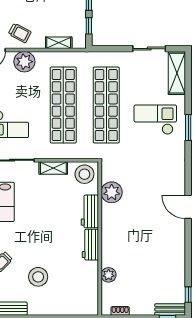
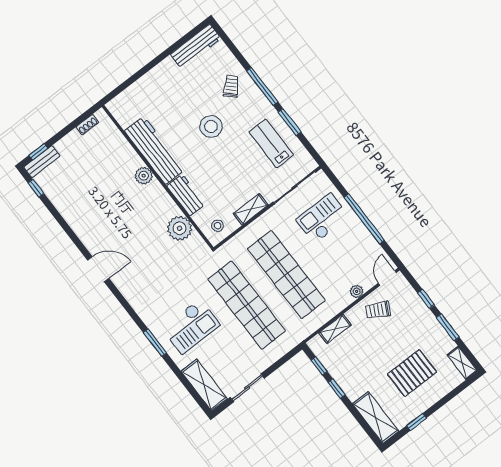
plant: (24, 62) -> (357, 291), width x0.53, depth x0.53
stool: (84, 174) -> (218, 226), width x0.53, depth x0.53
workbench: (90, 245) -> (155, 150), width x1.88, depth x1.32
plant: (109, 275) -> (144, 176), moved
stool: (38, 277) -> (211, 126), moved

